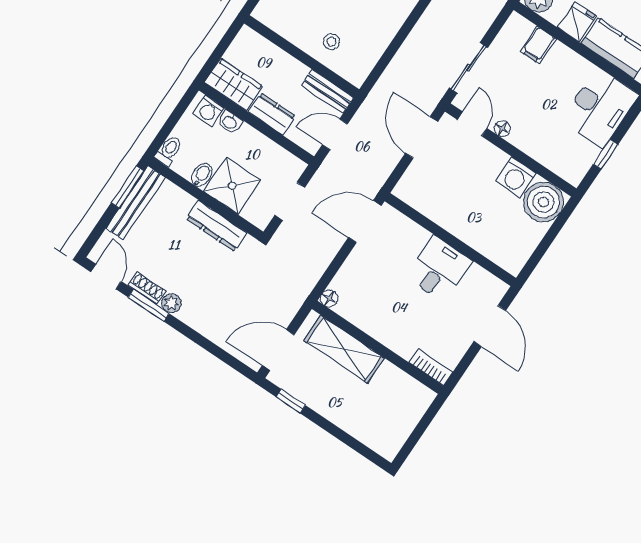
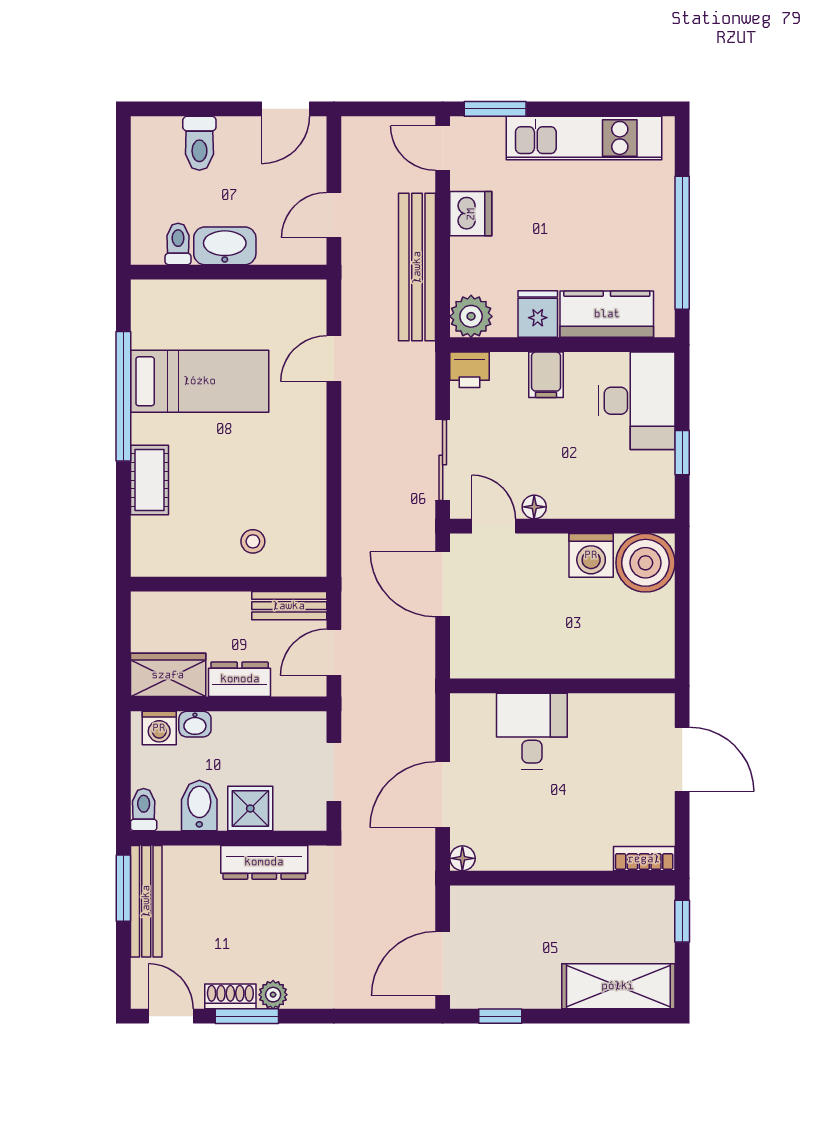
printer: (518, 27) -> (470, 370), added
filing cabinet: (538, 45) -> (546, 375), moved
bidet: (202, 175) -> (199, 805), width x1.38, depth x1.36
shower: (232, 186) -> (250, 809), width x0.73, depth x0.73
door: (365, 222) -> (443, 795), moved
desk: (439, 269) -> (532, 731), moved
shelving: (344, 349) -> (618, 986), moved
window: (429, 417) -> (682, 921), added

